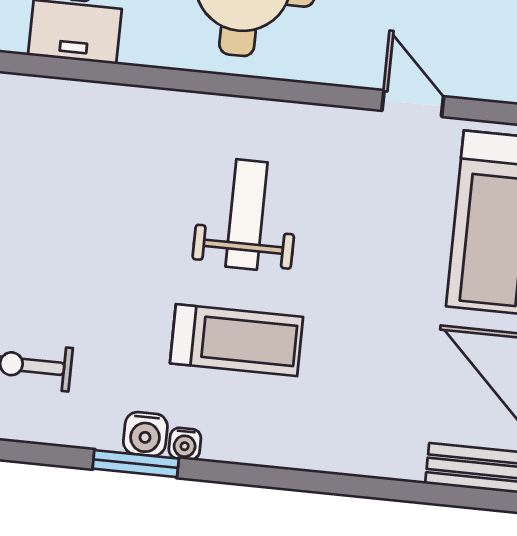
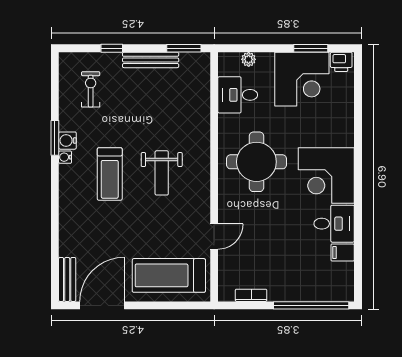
weight bench: (247, 214) -> (162, 173), turned 90

